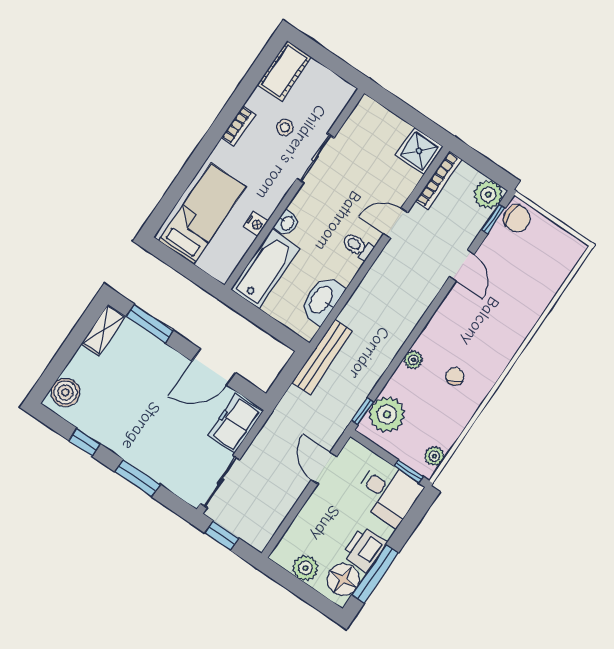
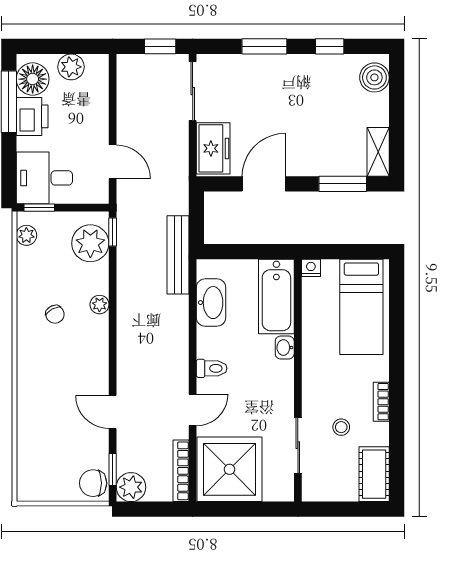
shower: (419, 151) -> (230, 469), width x1.86, depth x1.86
sliding door: (315, 158) -> (298, 445), moved
nightstand: (256, 224) -> (311, 268), moved, turned 90

